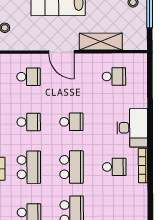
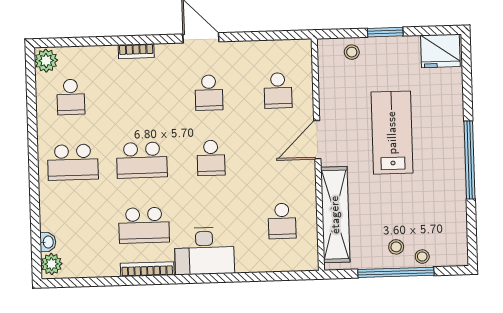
shelving: (101, 42) -> (335, 215), width x1.47
school desk: (29, 167) -> (140, 95), removed
school desk: (114, 167) -> (144, 225), width x1.85

